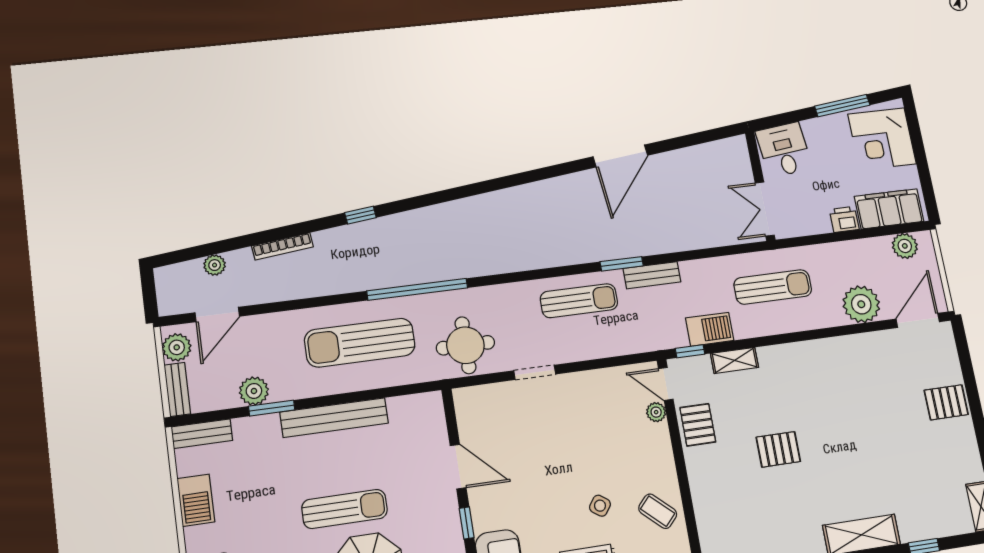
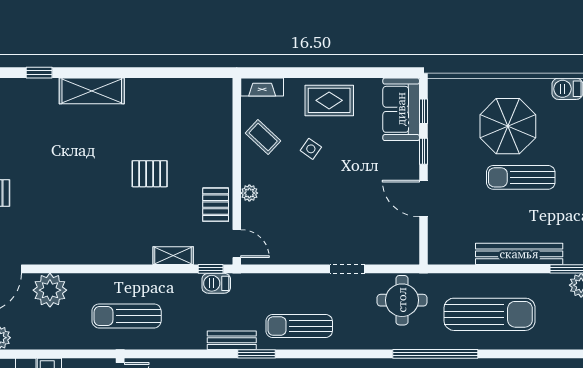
barbecue: (710, 329) -> (216, 283), moved, width x0.73, depth x0.79
plant: (656, 412) -> (249, 193), moved

